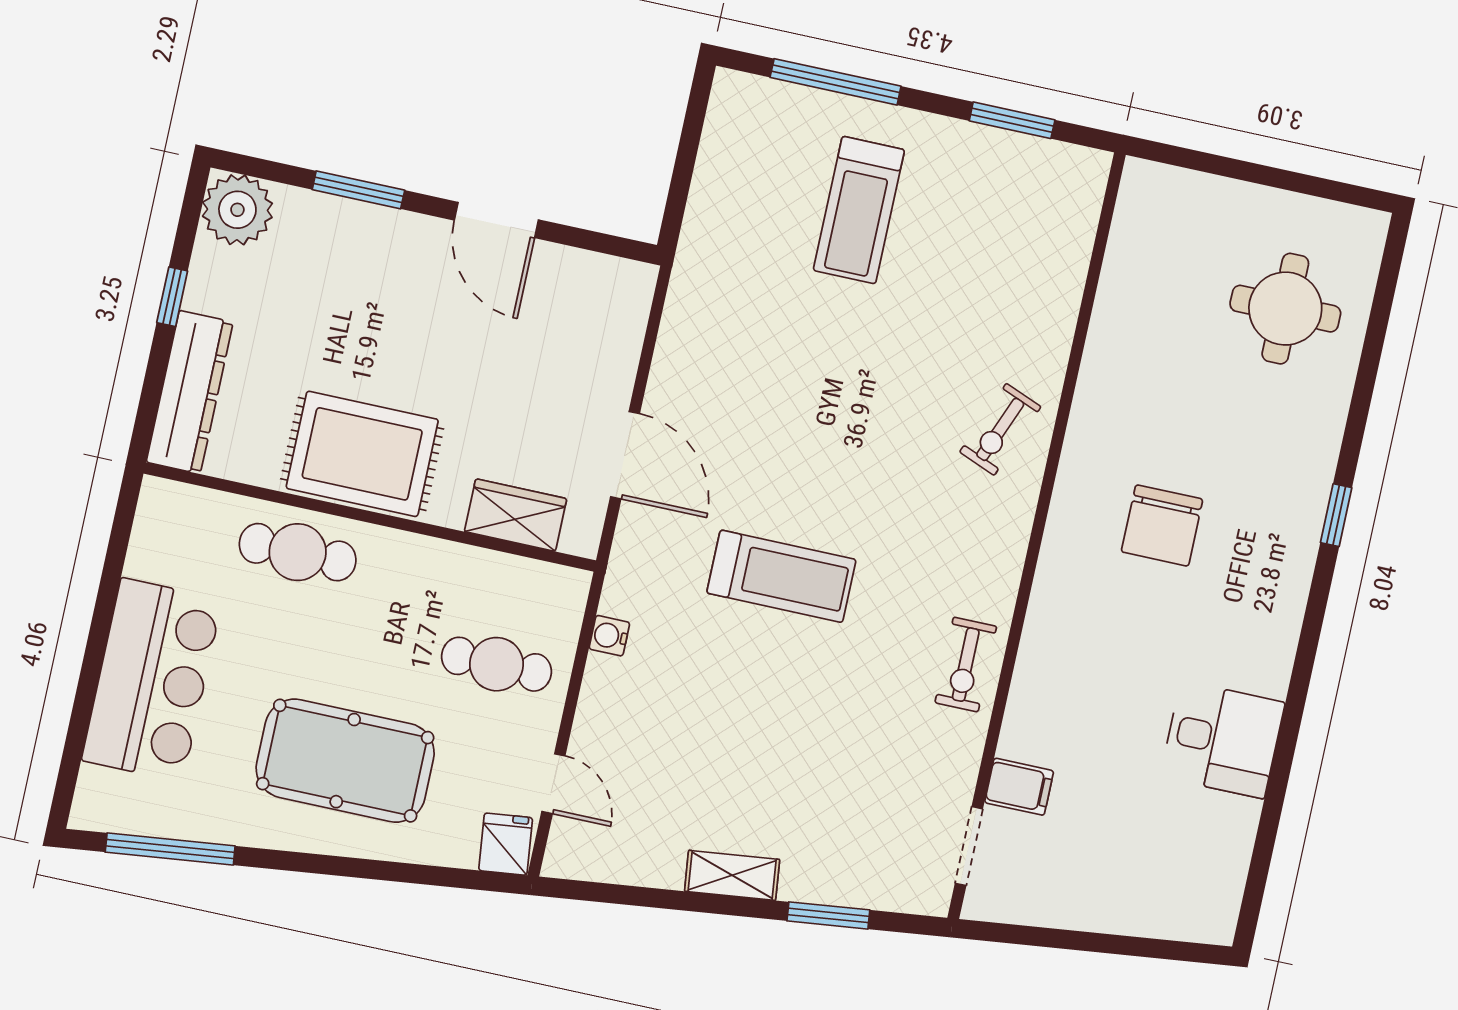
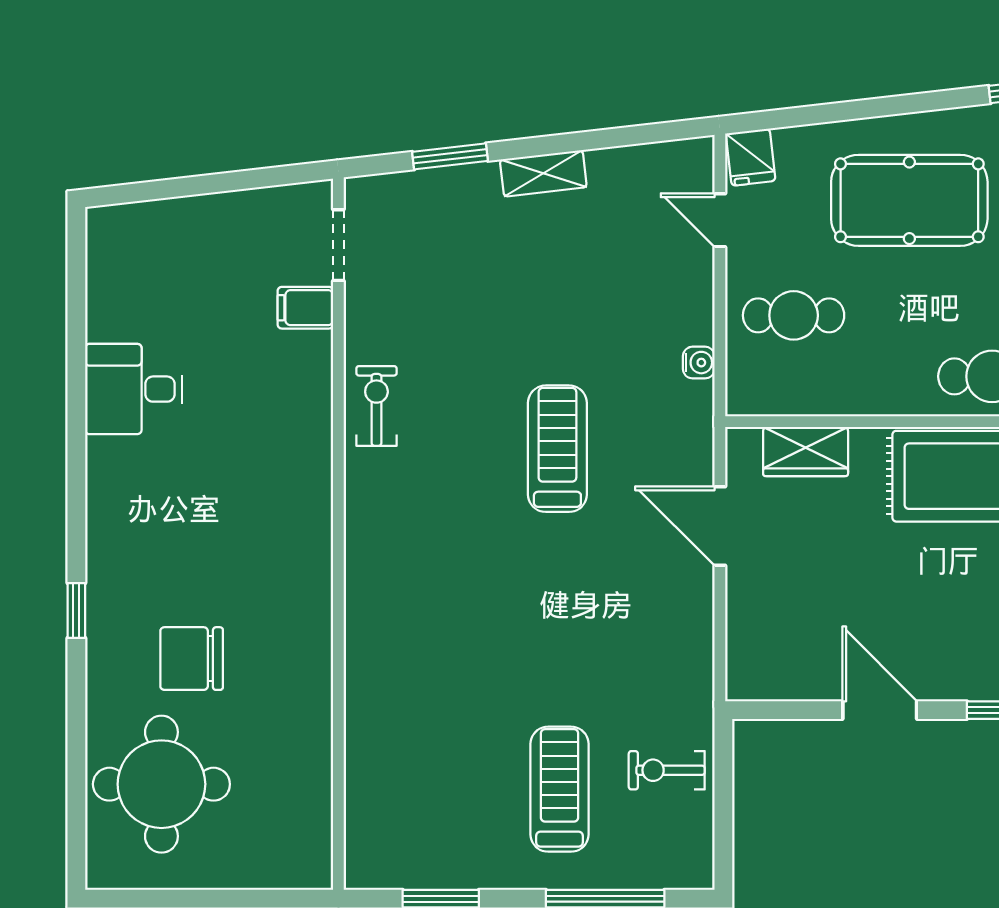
round table: (1285, 309) -> (161, 784), width x1.36, depth x1.36
exercise bike: (1000, 429) -> (667, 770), moved, turned -112
chair: (1162, 525) -> (192, 659), moved, turned -90
treadmill: (781, 576) -> (557, 449), turned 90

